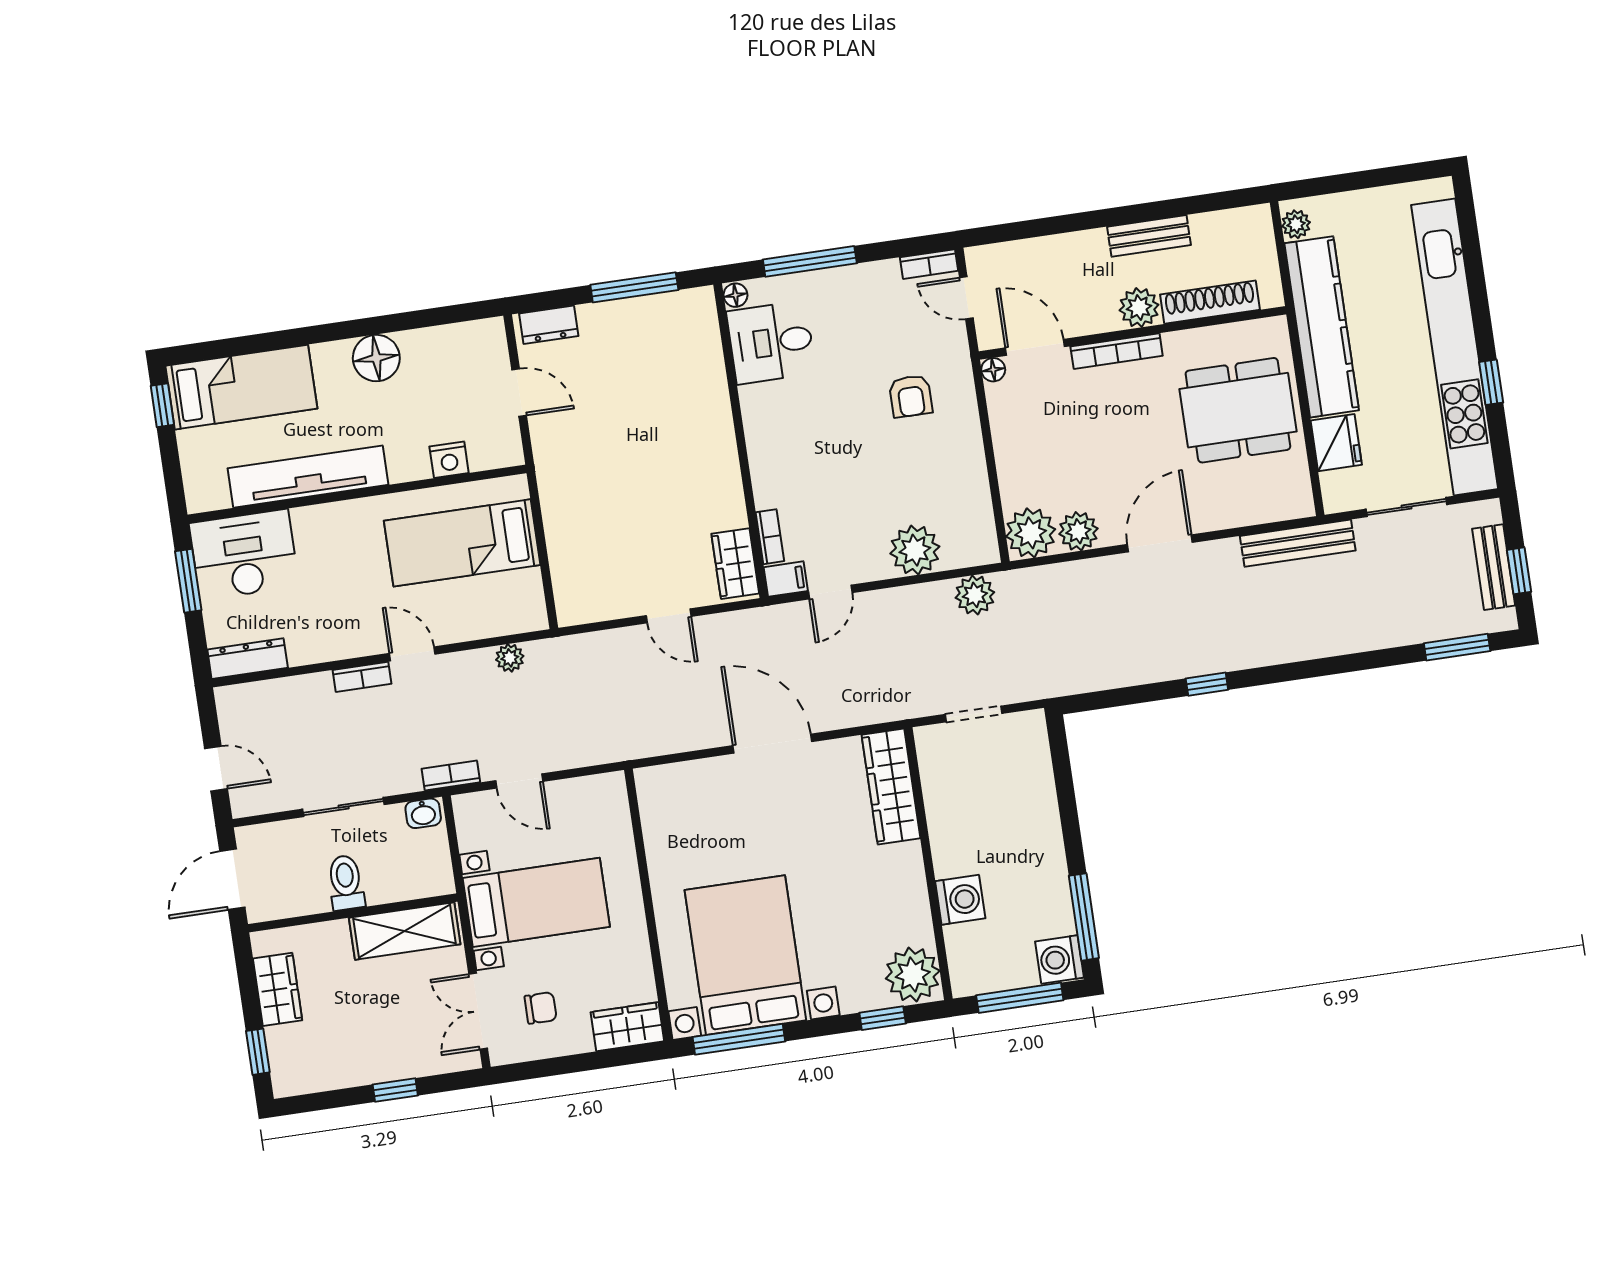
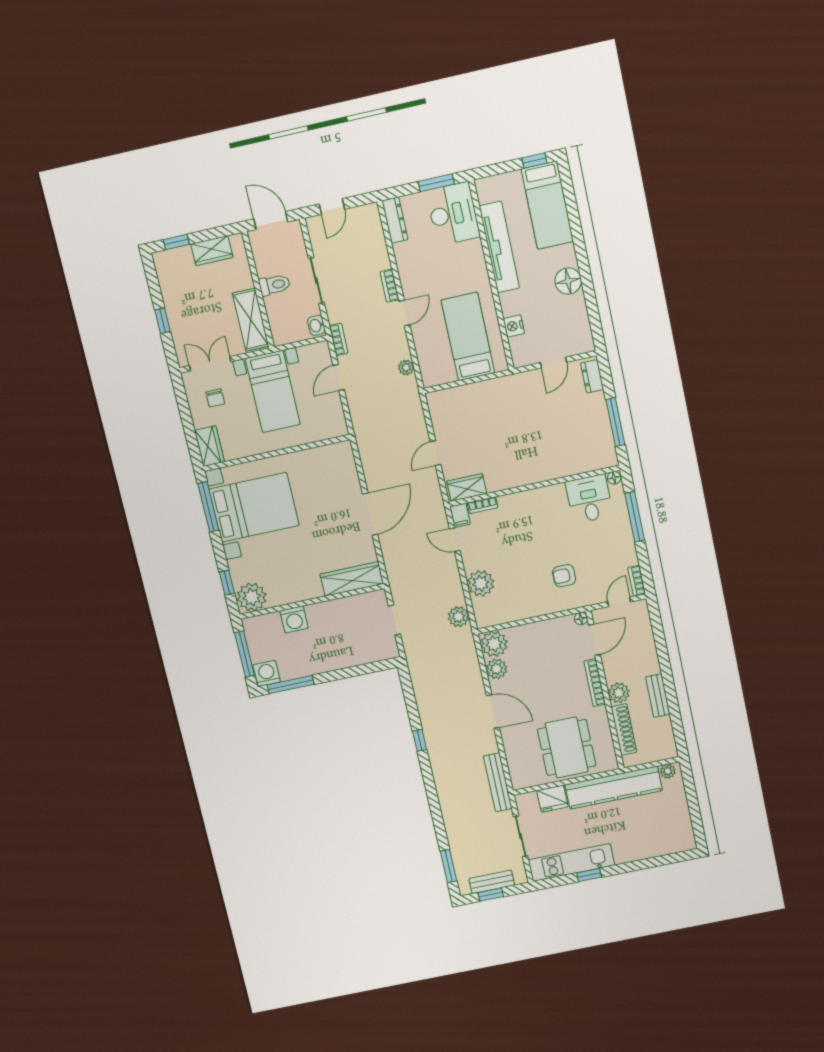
kitchen unit: (1455, 347) -> (571, 863), width x0.54

